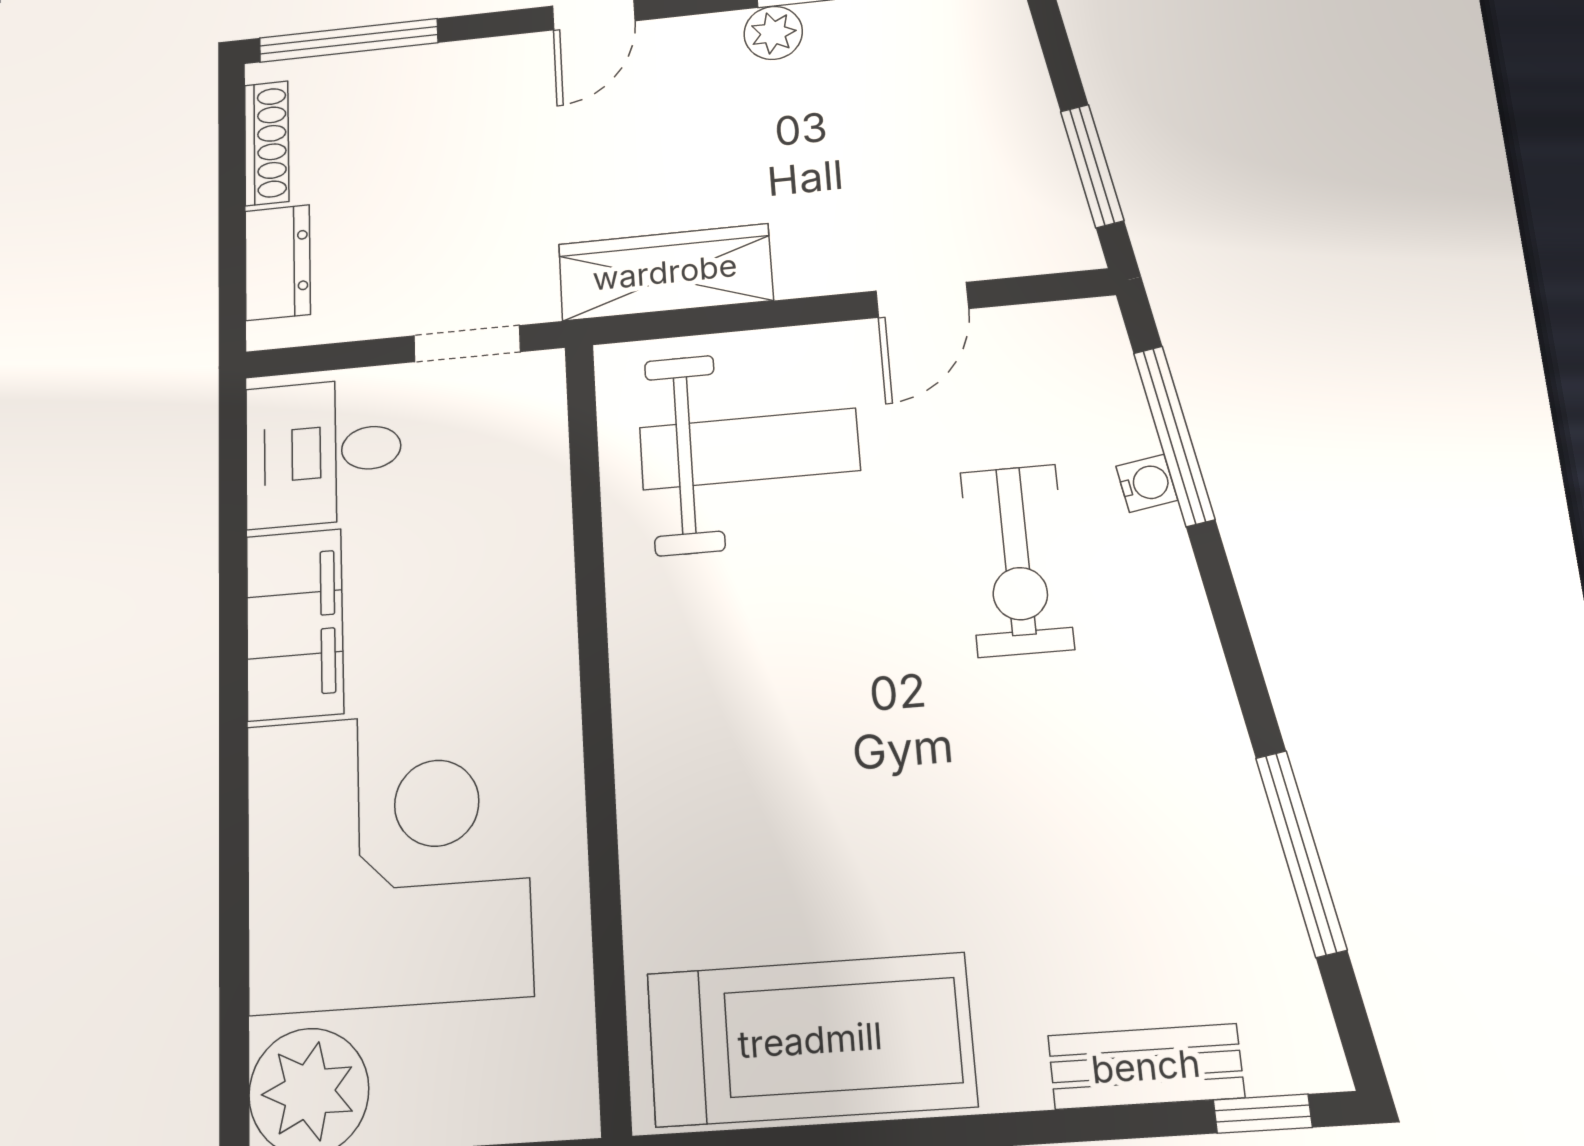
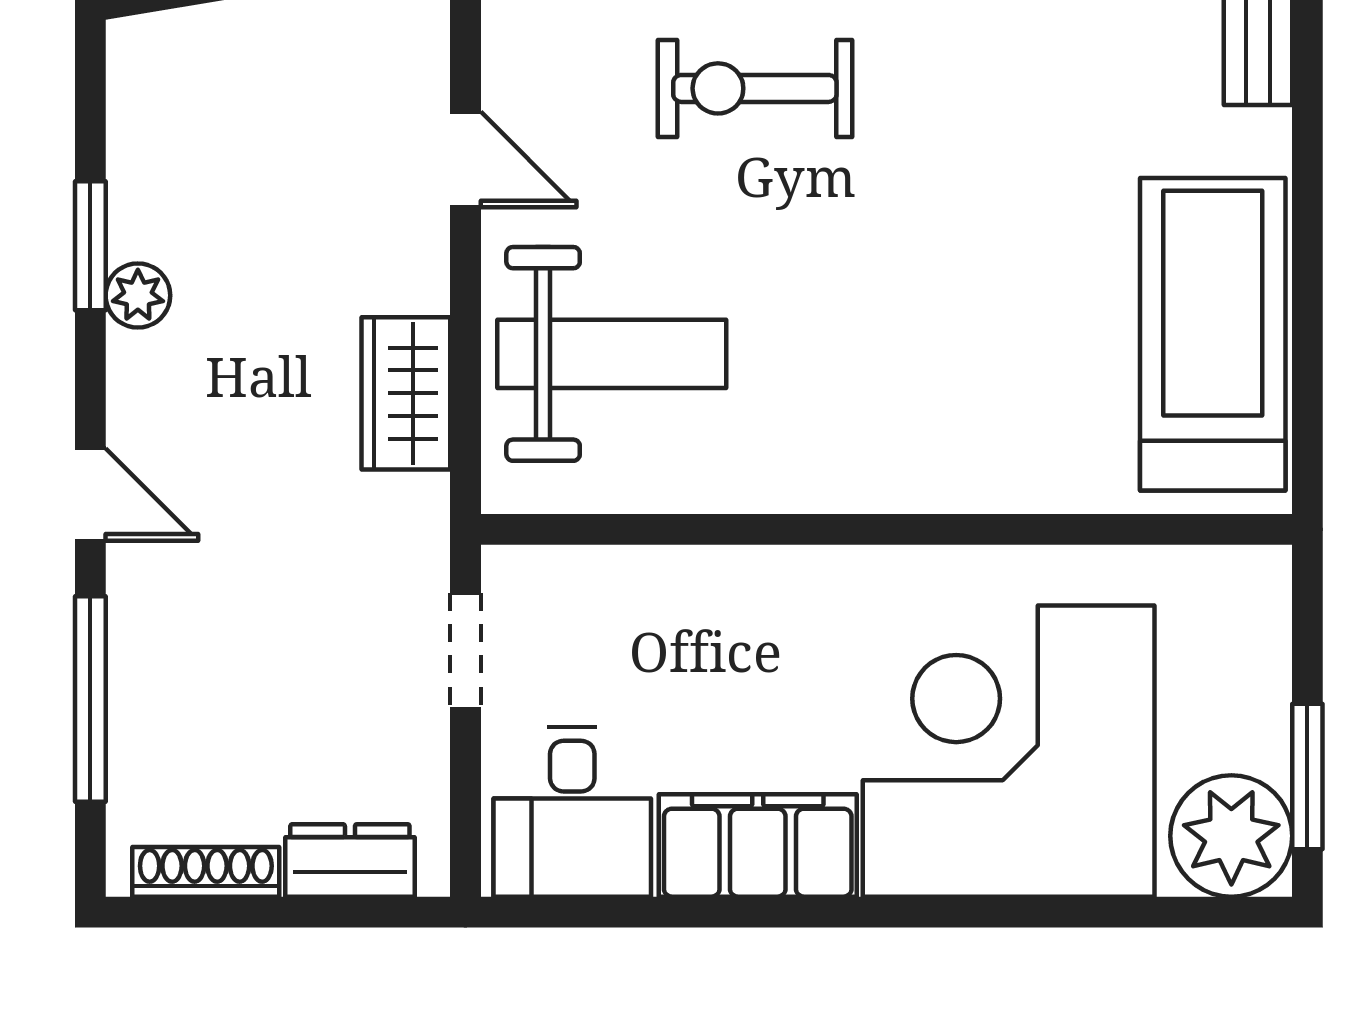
window: (348, 40) -> (90, 699), moved
wardrobe: (665, 272) -> (406, 393), width x0.67
weight bench: (749, 449) -> (612, 354), turned 90
exercise bike: (1017, 560) -> (755, 88), turned 180

